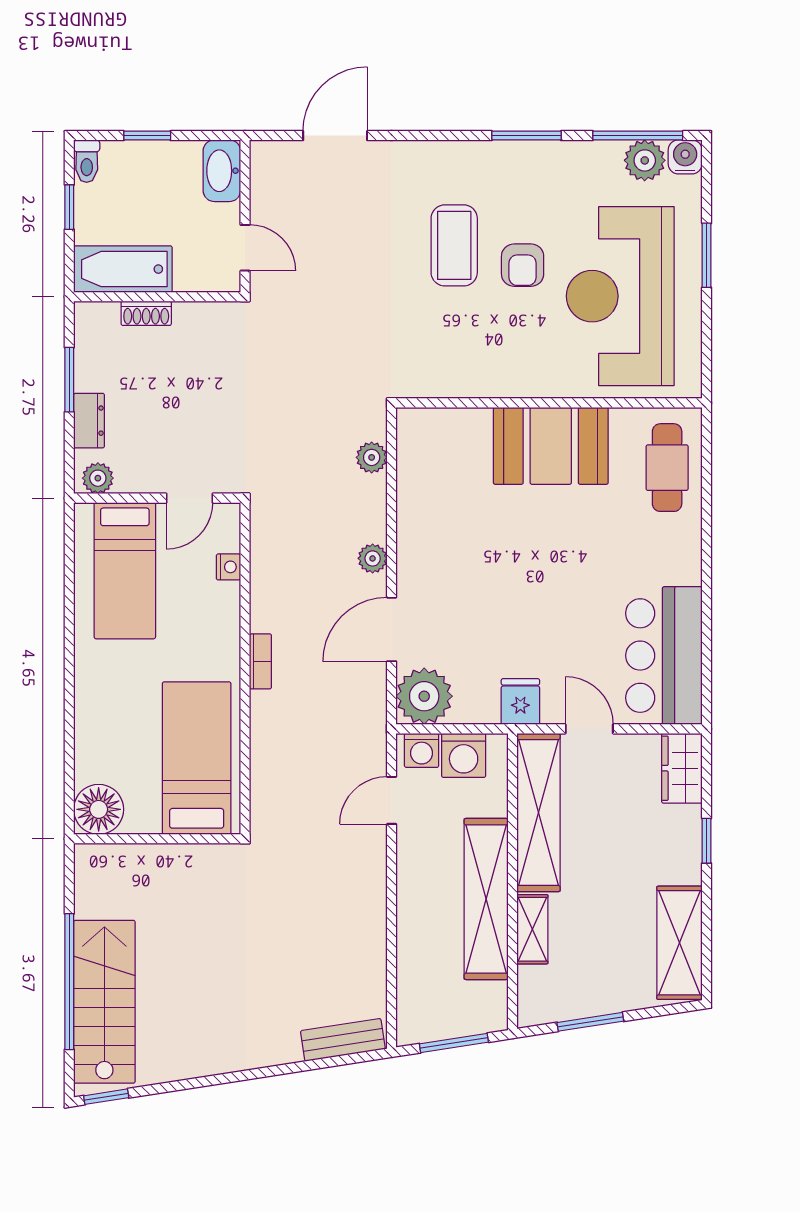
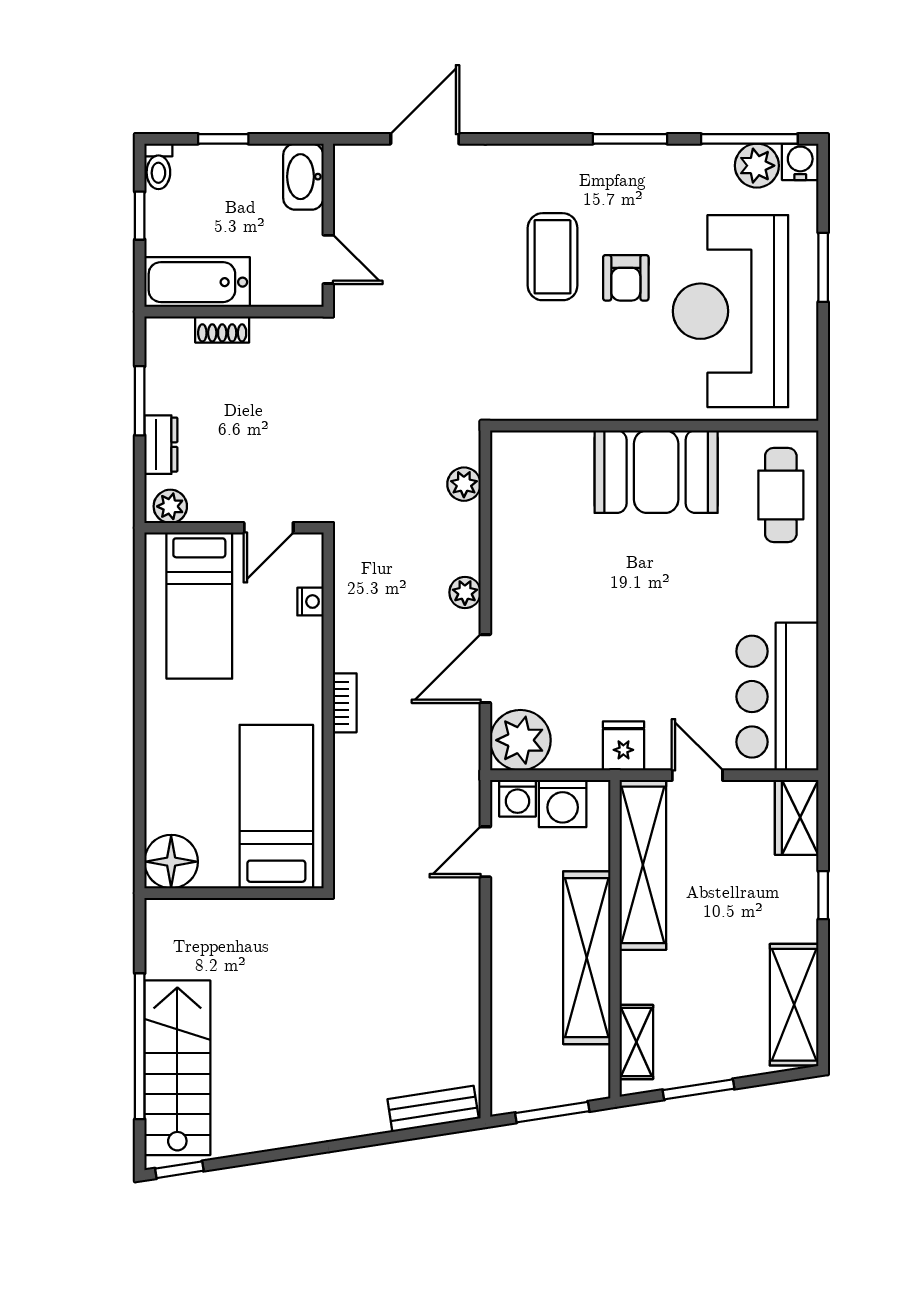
shelving: (532, 929) -> (636, 1042), moved

